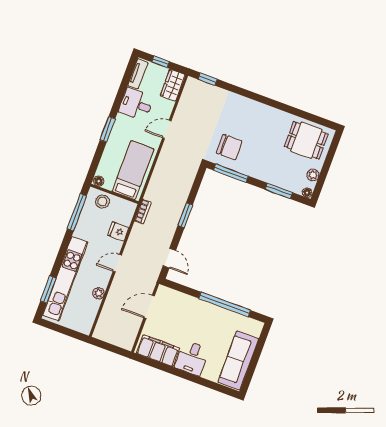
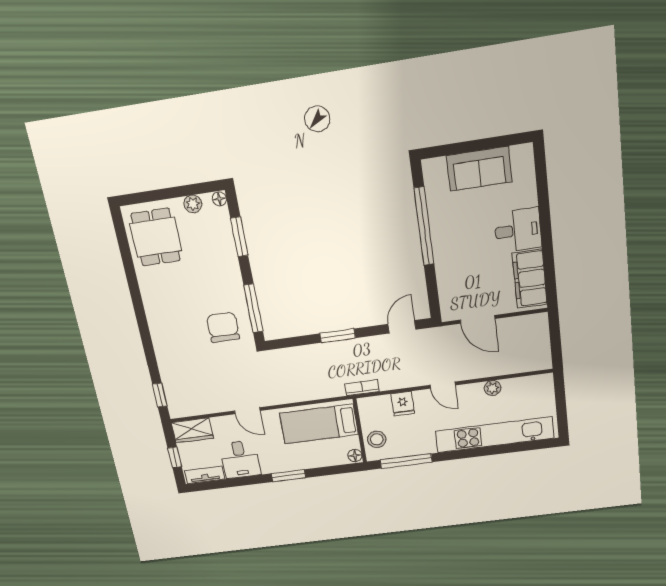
window: (48, 290) -> (519, 447), removed
sofa: (238, 360) -> (479, 169), width x0.73

